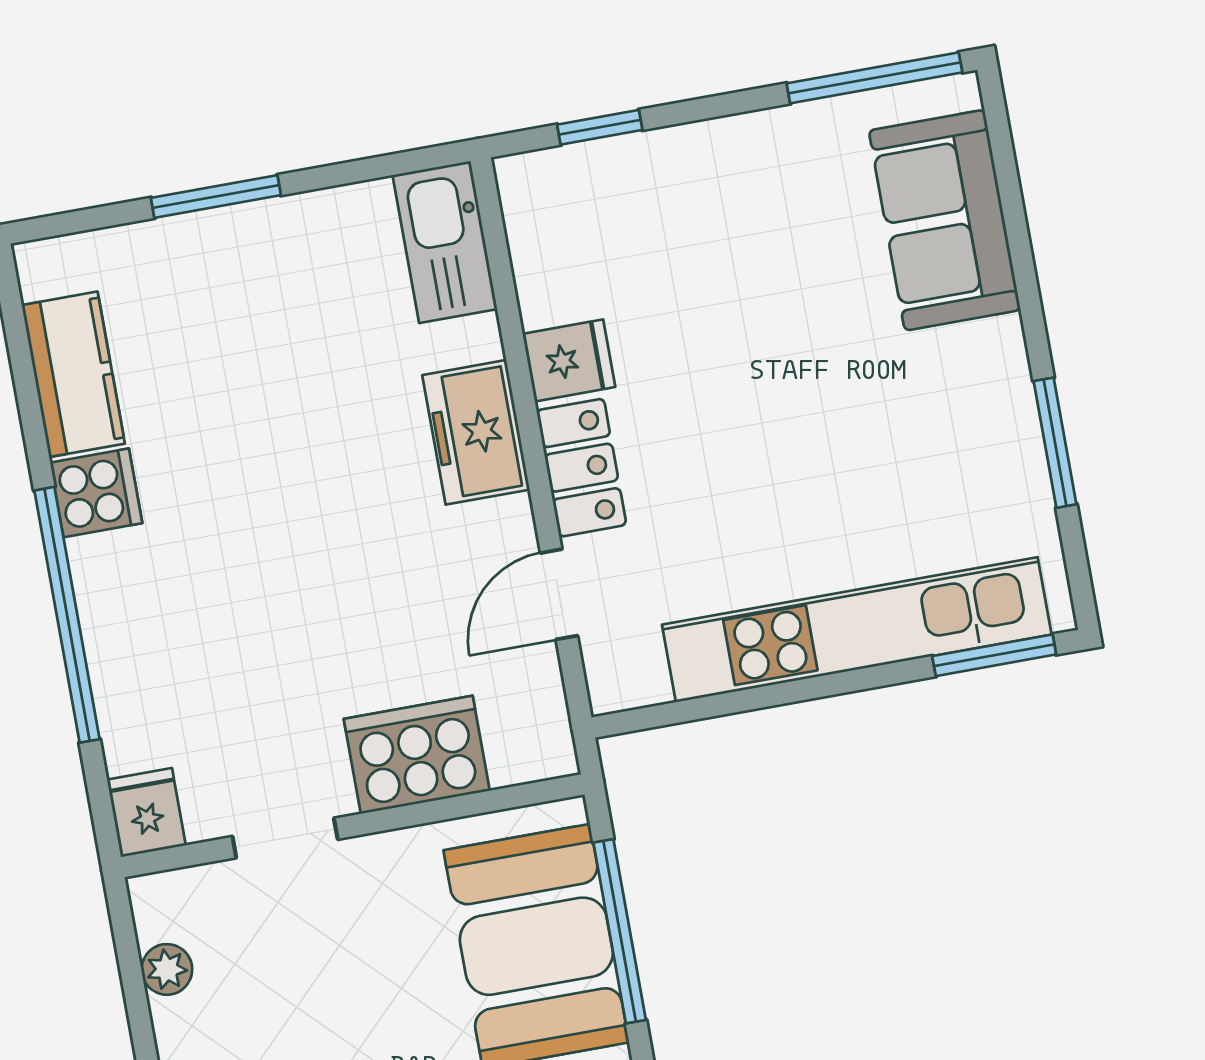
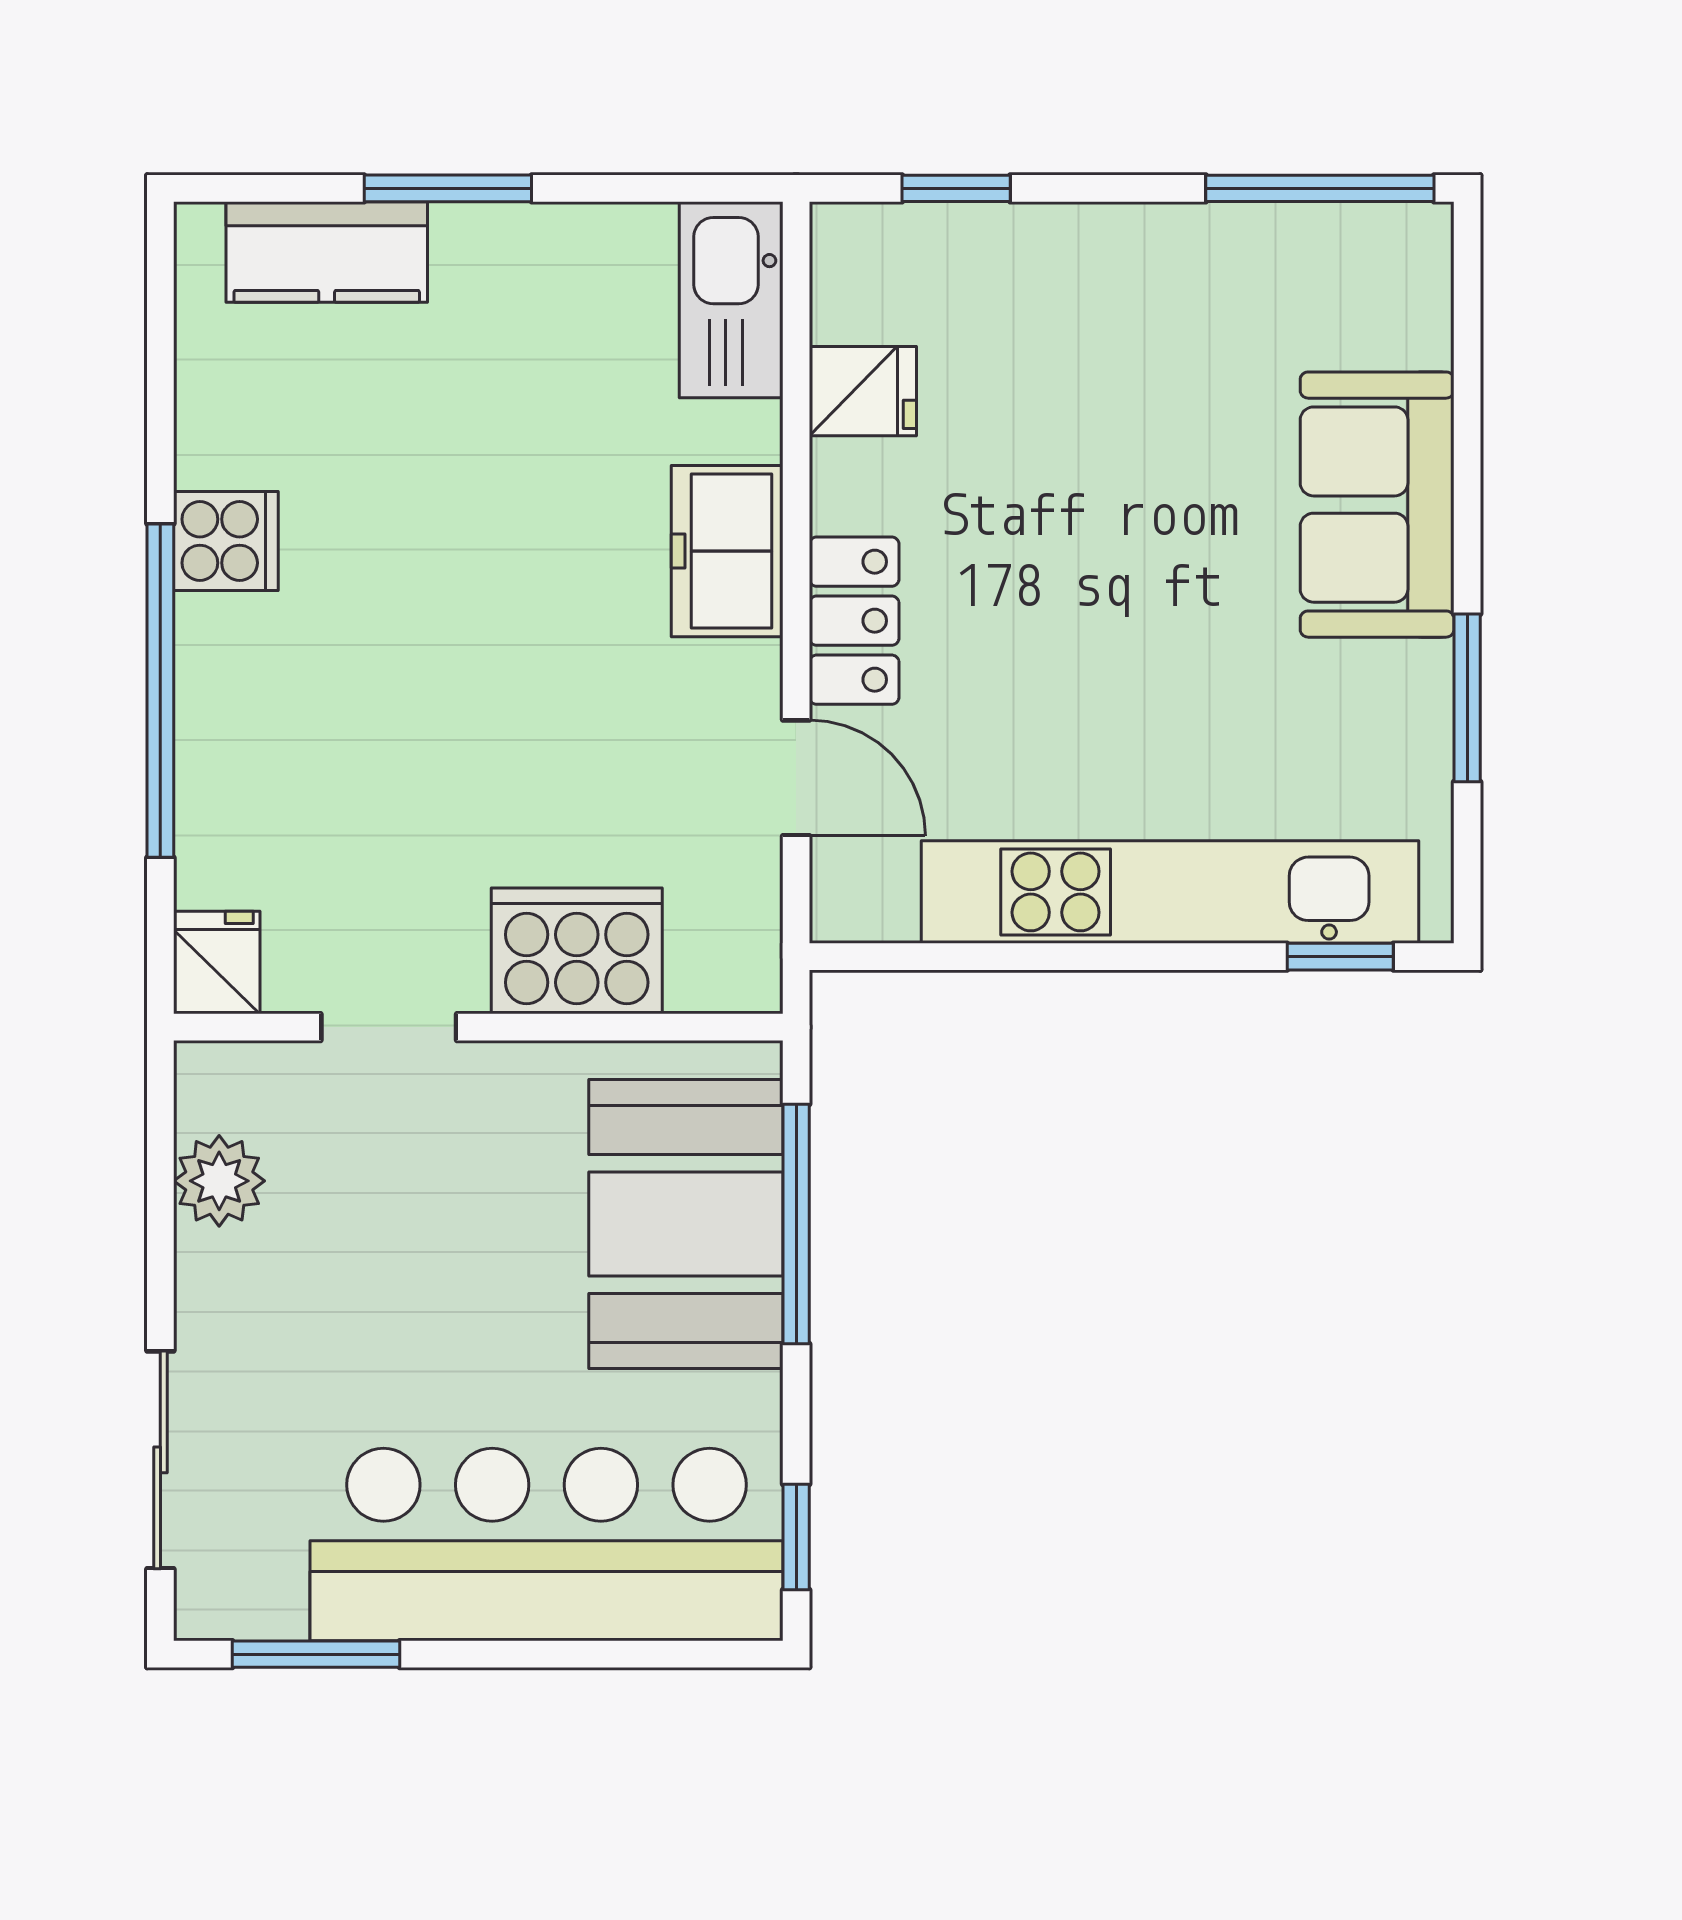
sofa: (945, 220) -> (1377, 505), moved
fridge: (569, 360) -> (863, 391), moved
kitchen counter: (73, 374) -> (327, 252), moved, turned 90
door: (559, 594) -> (796, 778), swing flipped
window: (994, 655) -> (1340, 957), width x0.67
plant: (167, 969) -> (219, 1181), width x1.38, depth x1.38

